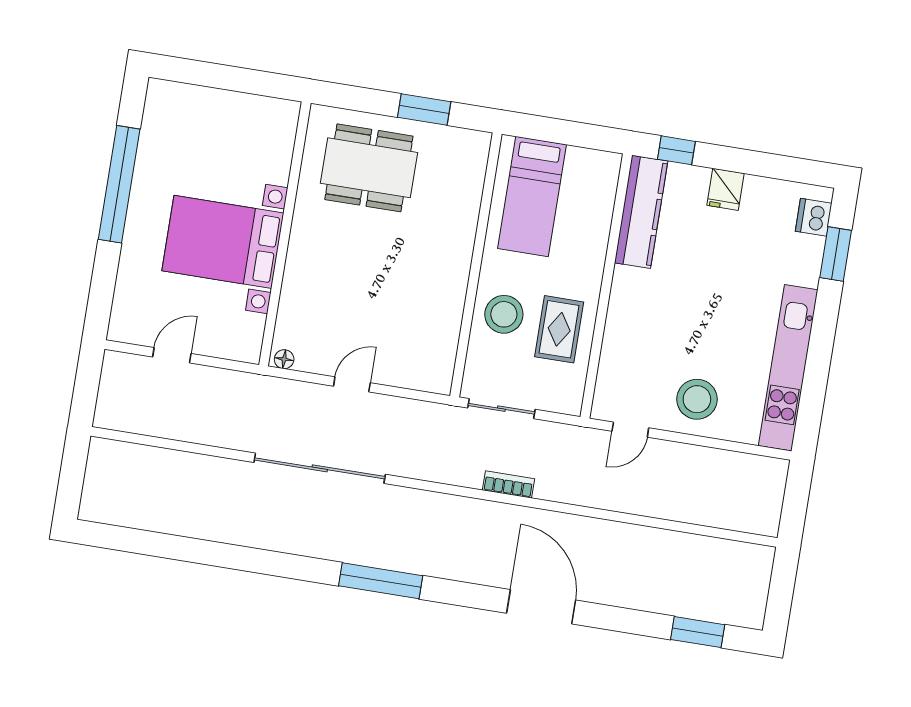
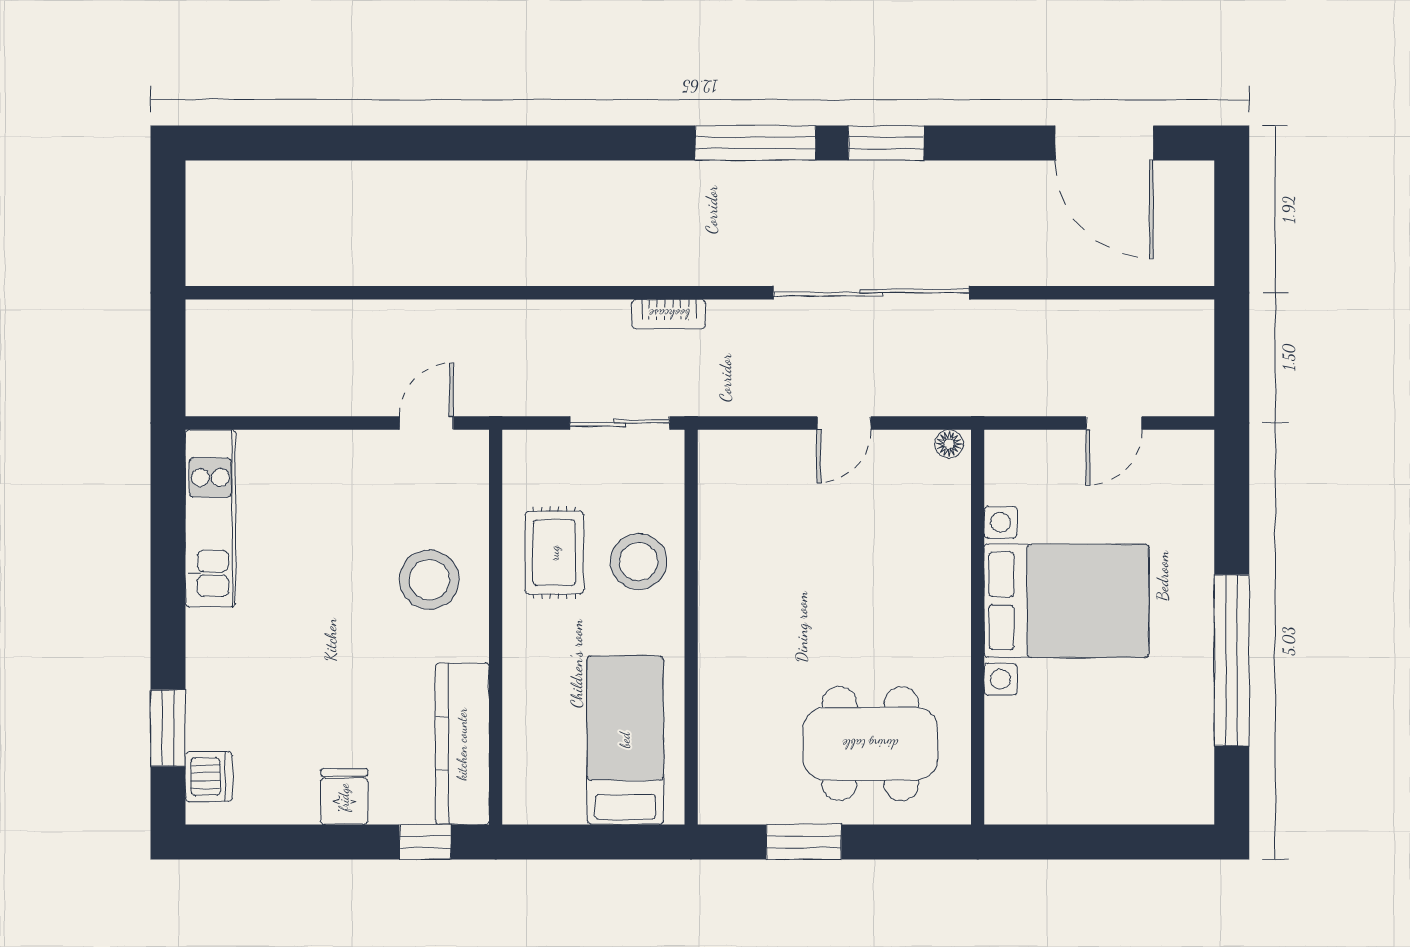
kitchen unit: (788, 368) -> (210, 518), width x0.73
stool: (697, 399) -> (429, 580), moved
bookcase: (508, 484) -> (669, 314), moved
door: (541, 607) -> (1104, 143), moved
window: (698, 632) -> (886, 143), moved

